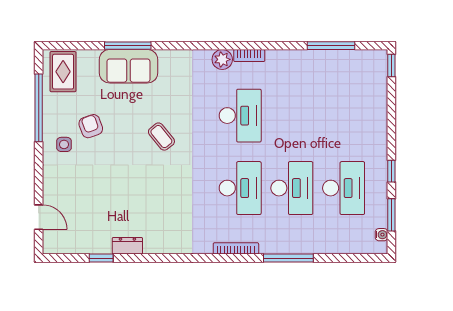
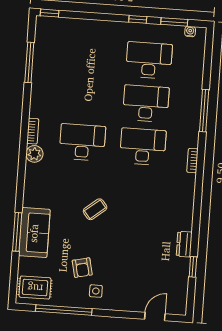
armchair: (91, 126) -> (82, 268), turned -83
bookcase: (236, 248) -> (192, 161), width x0.64

